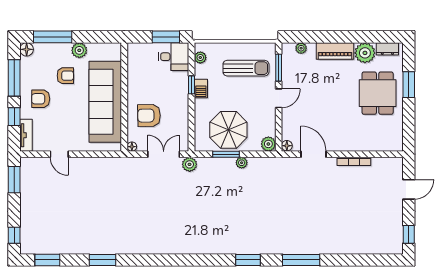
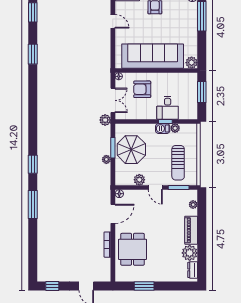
window: (166, 37) -> (202, 92), moved
plant: (79, 50) -> (192, 63), moved
desk: (173, 57) -> (168, 108), moved
plant: (200, 58) -> (175, 128), moved
armchair: (65, 76) -> (172, 26), removed
window: (409, 85) -> (144, 286), moved
dining table: (378, 93) -> (132, 249), moved, turned 90
armchair: (149, 116) -> (142, 89), turned -89
plant: (268, 144) -> (139, 180), moved
door: (59, 154) -> (113, 21), swing flipped

